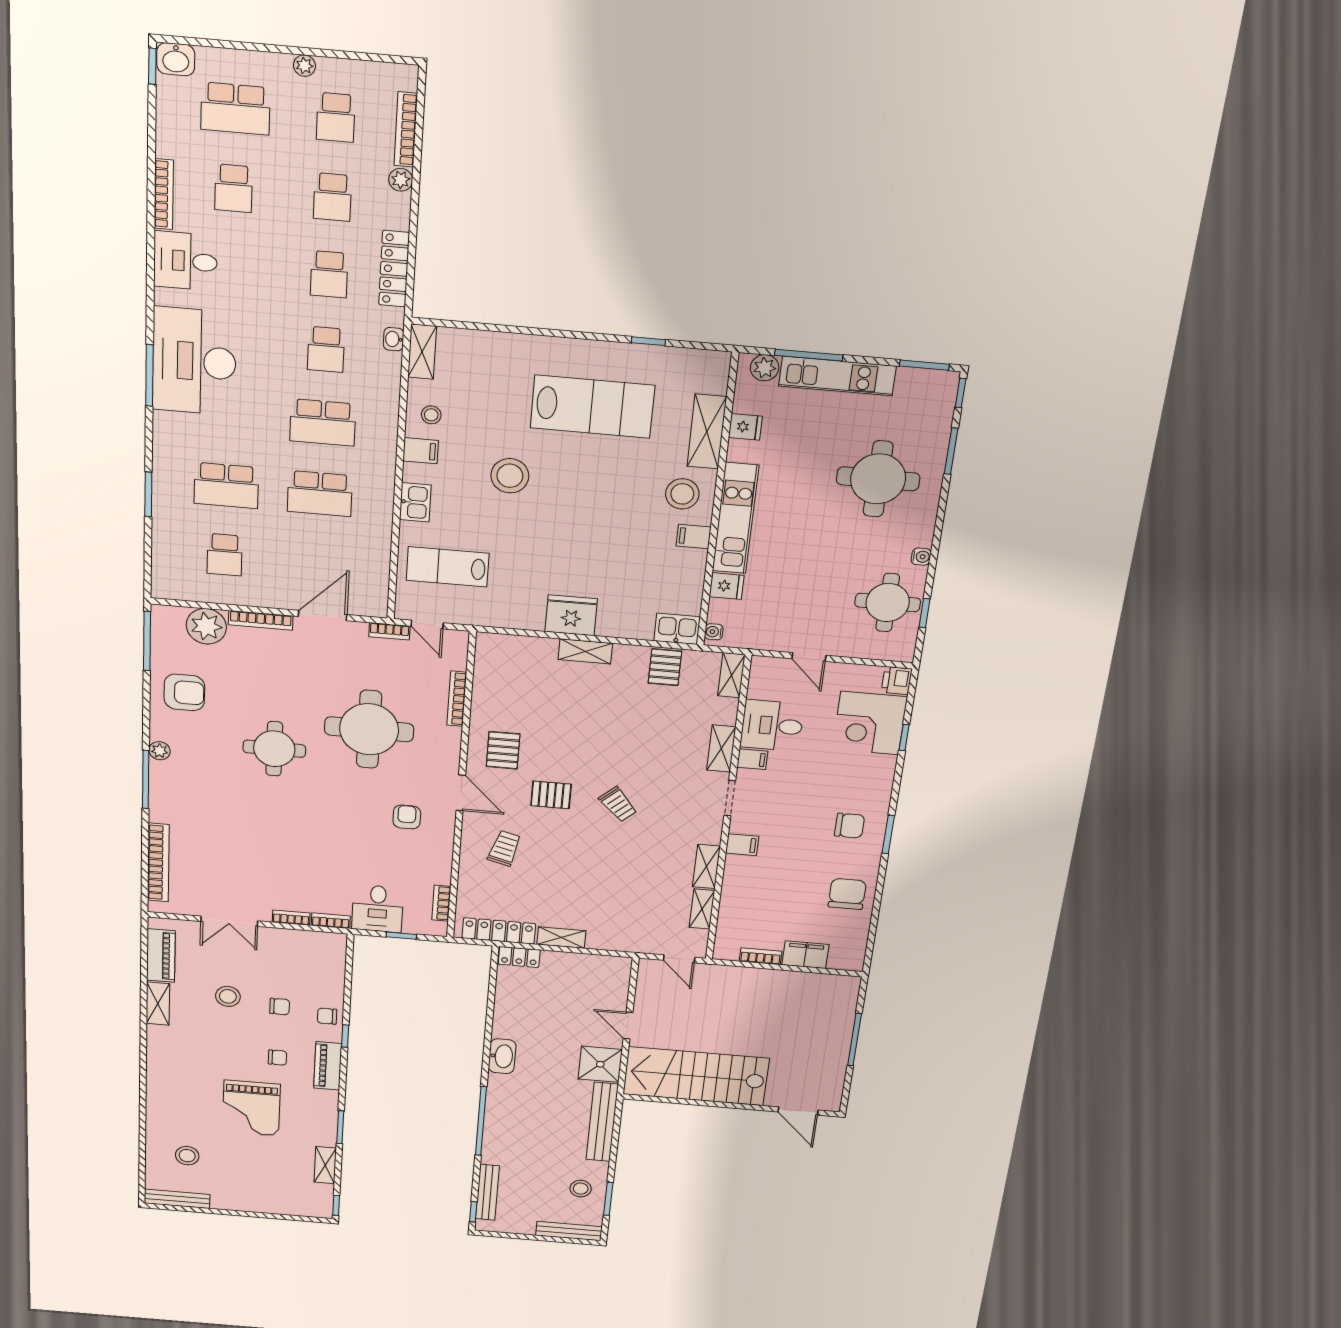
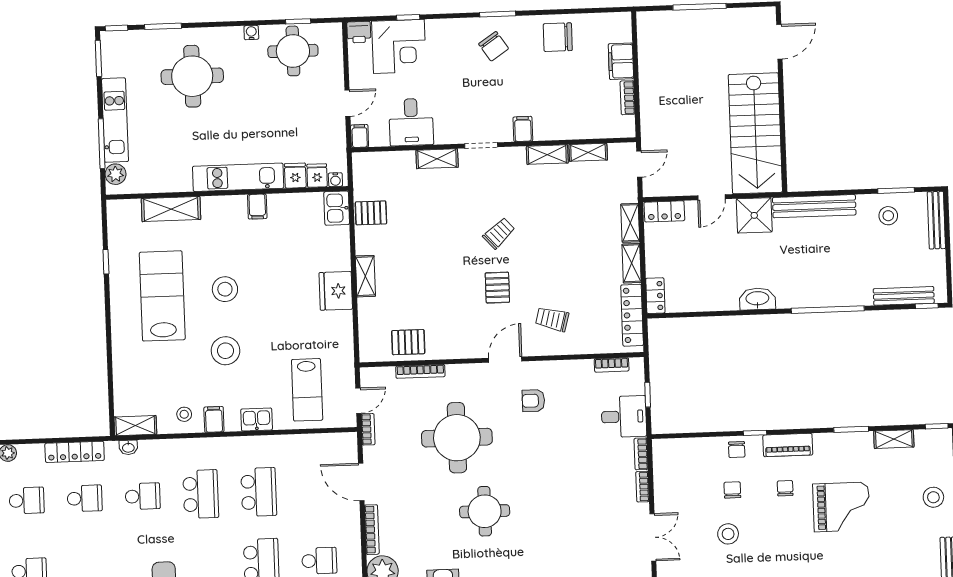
fridge: (745, 427) -> (317, 176), moved
stool: (682, 494) -> (225, 289), moved
shelving: (731, 675) -> (630, 223), moved, turned 90
pallet: (503, 750) -> (408, 342), moved
filing cabinet: (752, 759) -> (360, 136), moved
chair: (850, 826) -> (494, 46), turned 146
locker: (618, 977) -> (664, 211), added
stool: (187, 1156) -> (933, 497), moved

